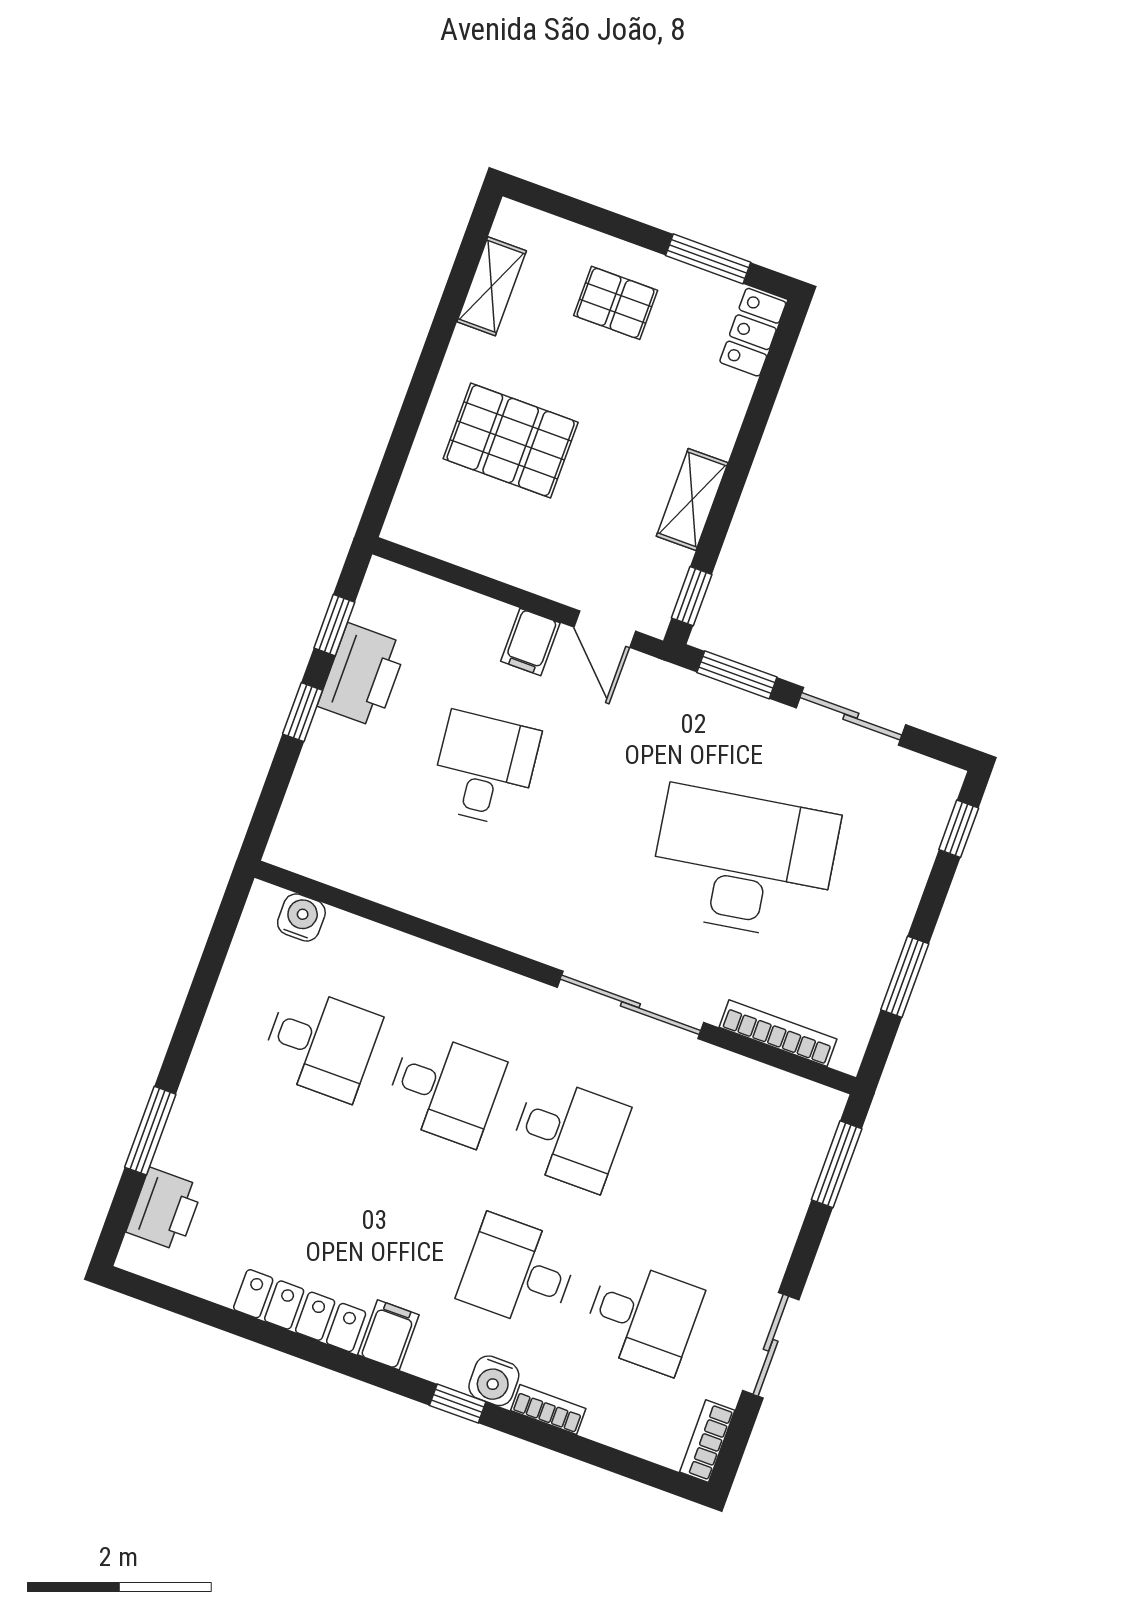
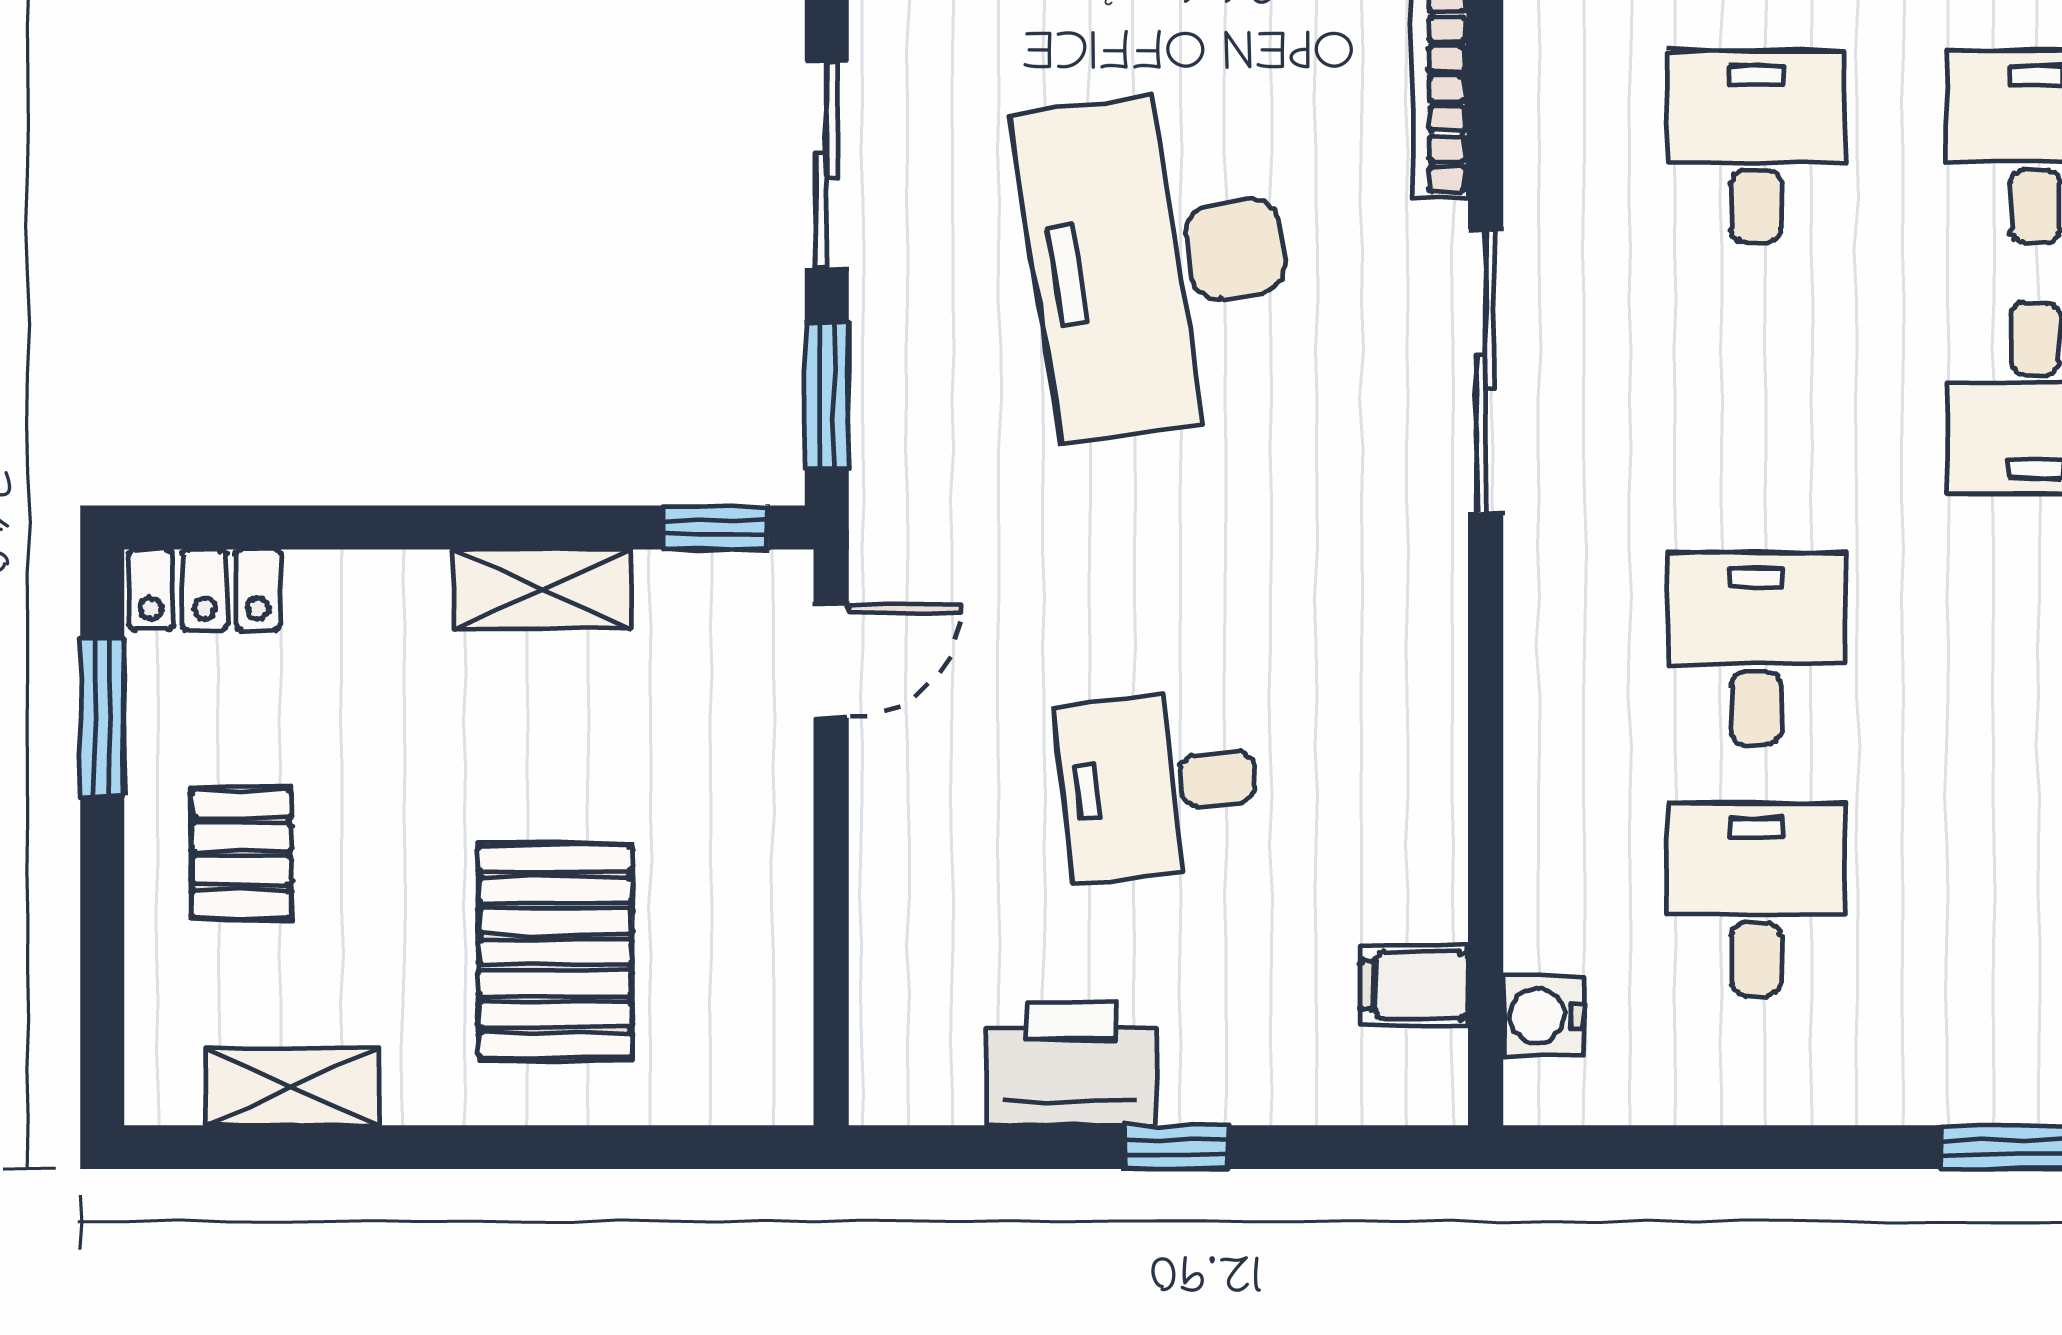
window: (334, 625) -> (1000, 1147), removed
filing cabinet: (530, 642) -> (1414, 985), moved, turned 180
desk: (569, 1134) -> (1756, 147), moved

